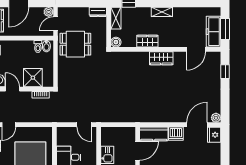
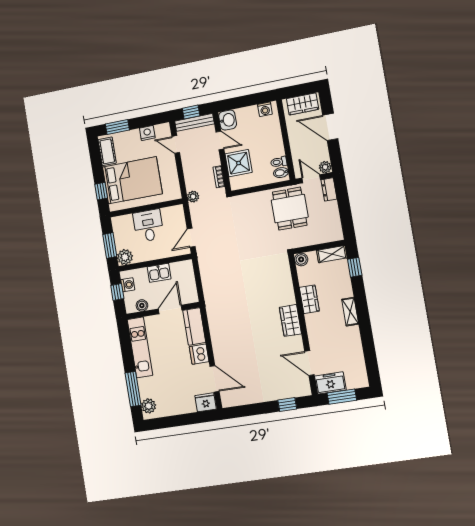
dresser: (98, 12) -> (329, 189), moved
freezer: (213, 32) -> (330, 383), width x0.71
door: (12, 89) -> (220, 140), hinge flipped
plant: (216, 118) -> (193, 197), moved
door: (137, 151) -> (170, 309), swing flipped

